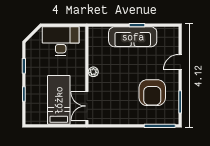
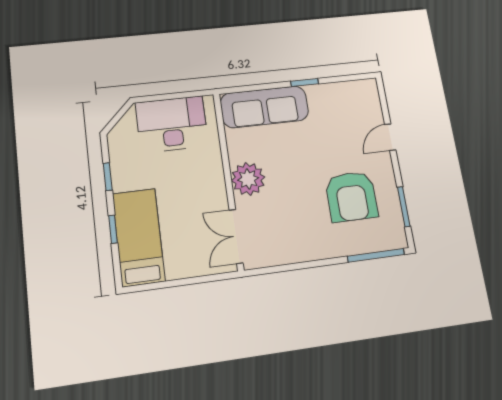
sofa: (133, 37) -> (265, 107), moved
plant: (93, 72) -> (248, 179), width x1.88, depth x1.88
bed: (59, 100) -> (139, 237), moved

